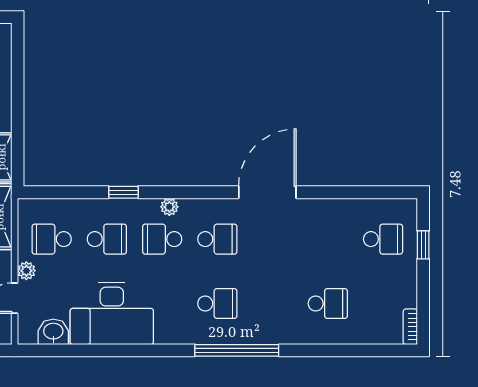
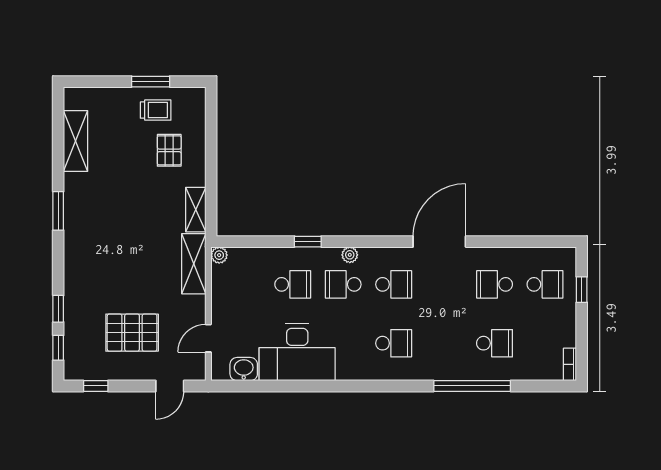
school desk: (52, 239) -> (495, 284), moved
plant: (26, 271) -> (219, 255), moved
window: (237, 350) -> (472, 386), moved

